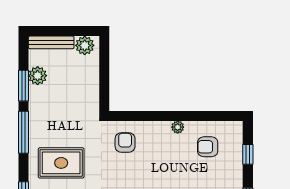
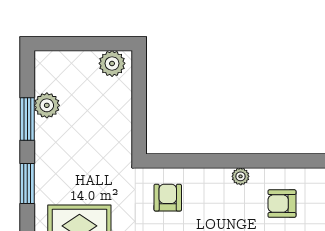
bench: (51, 42) -> (66, 59), removed
window: (23, 132) -> (27, 183), width x0.69

